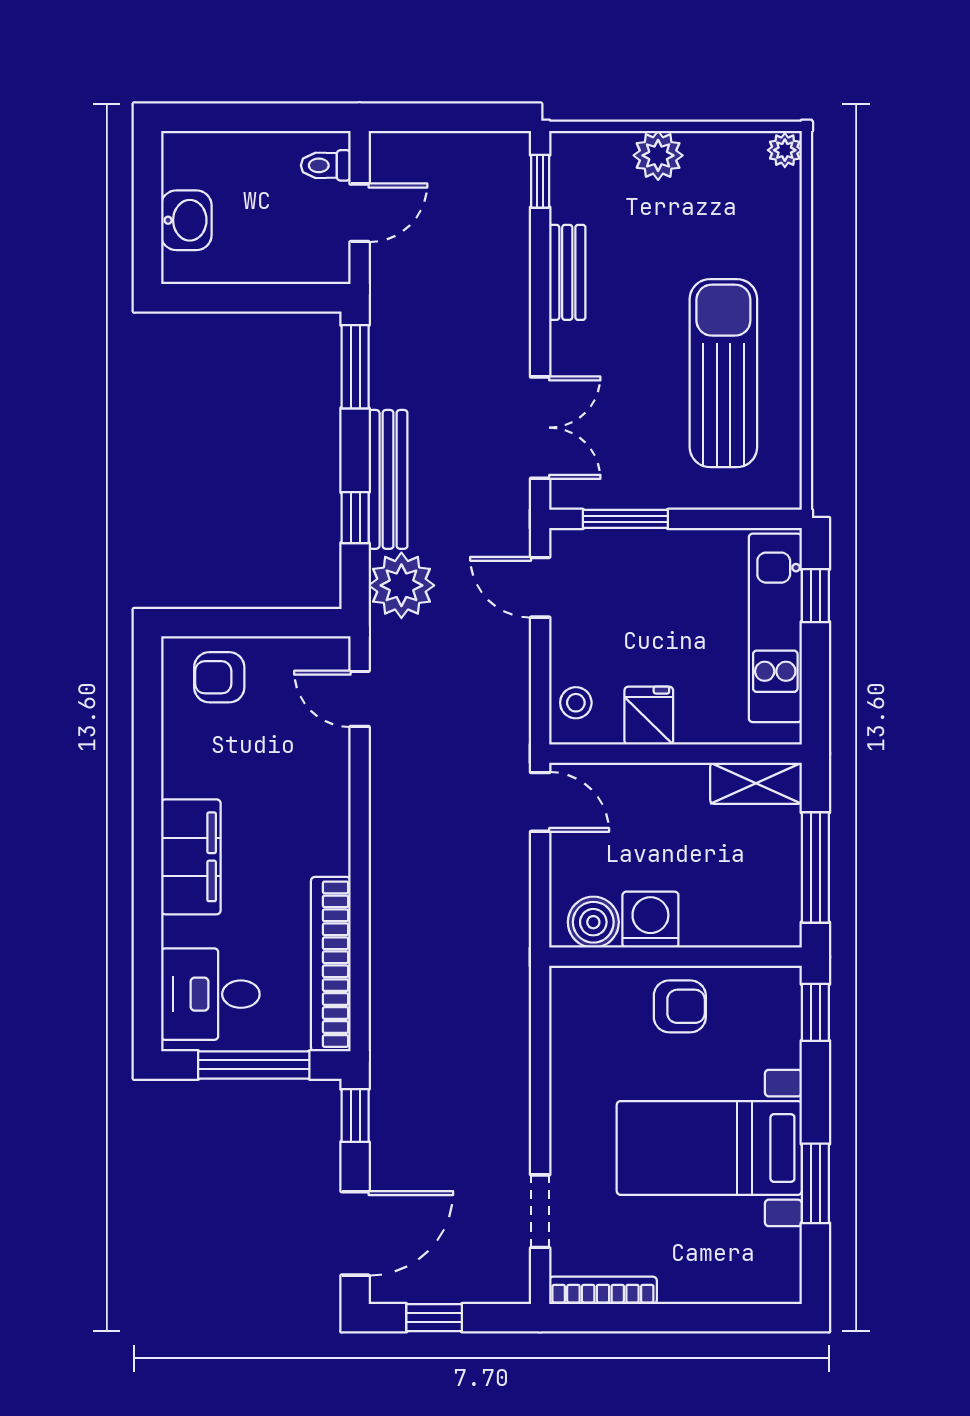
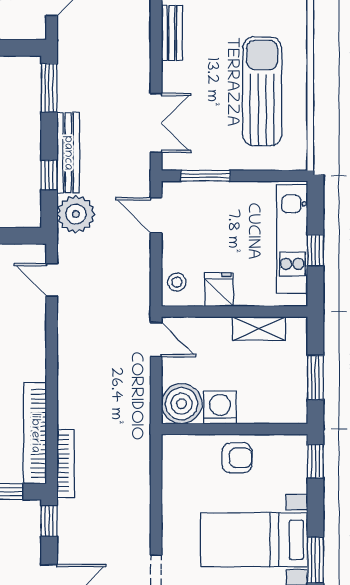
window: (815, 596) -> (315, 250), moved
shelving: (756, 783) -> (259, 329), moved
window: (815, 867) -> (315, 377), width x0.69
boiler: (593, 922) -> (181, 404), width x1.37, depth x1.37
bookcase: (384, 1016) -> (66, 463), added

